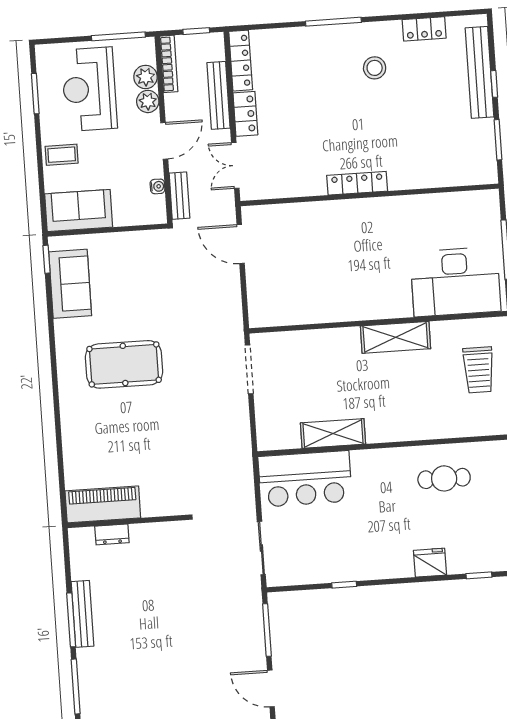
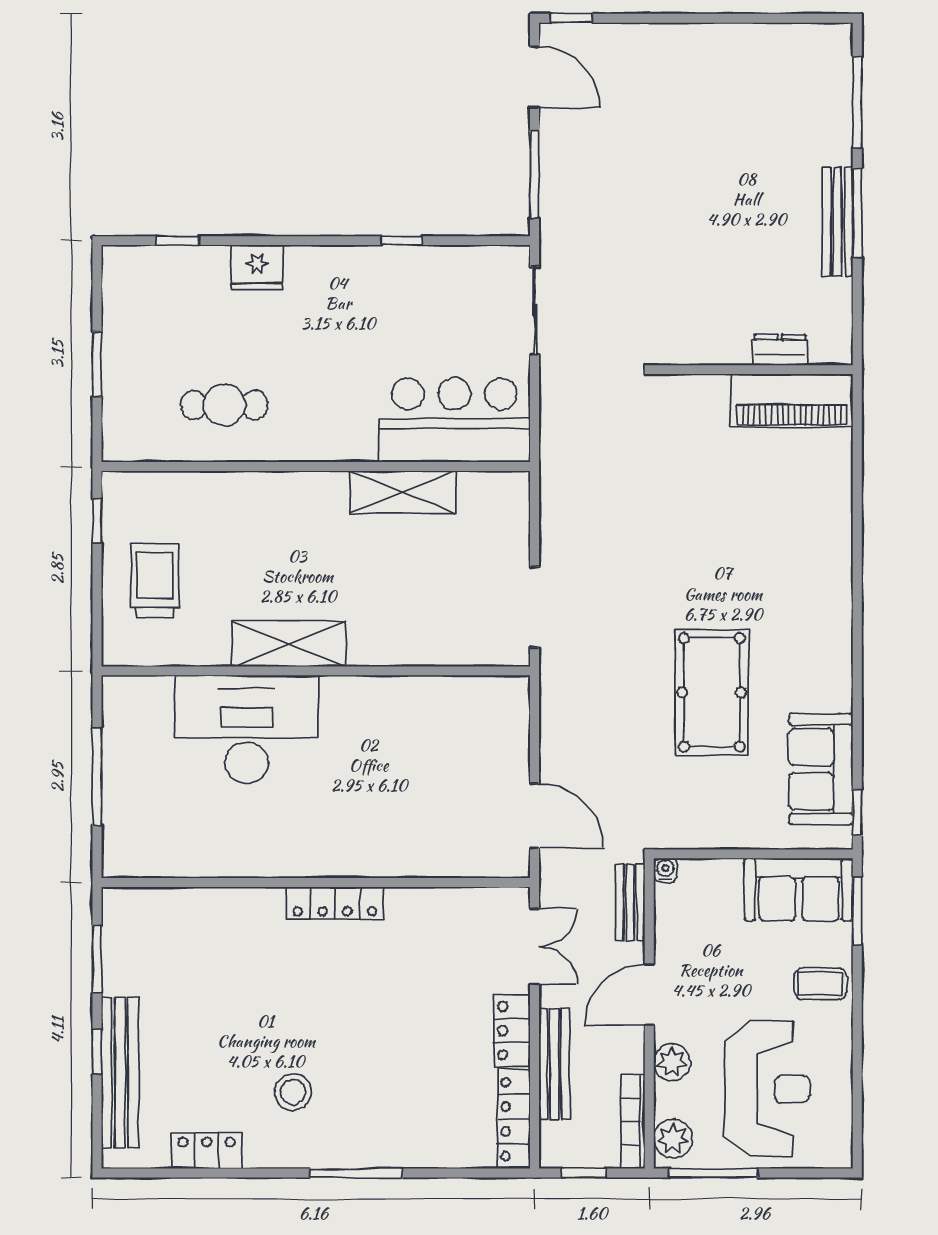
plant: (146, 77) -> (673, 1139), moved
window: (35, 94) -> (857, 911), moved
water cooler: (157, 186) -> (665, 870), moved, turned 90
desk: (455, 282) -> (247, 729), moved
pool table: (124, 364) -> (712, 692), moved, turned 90

